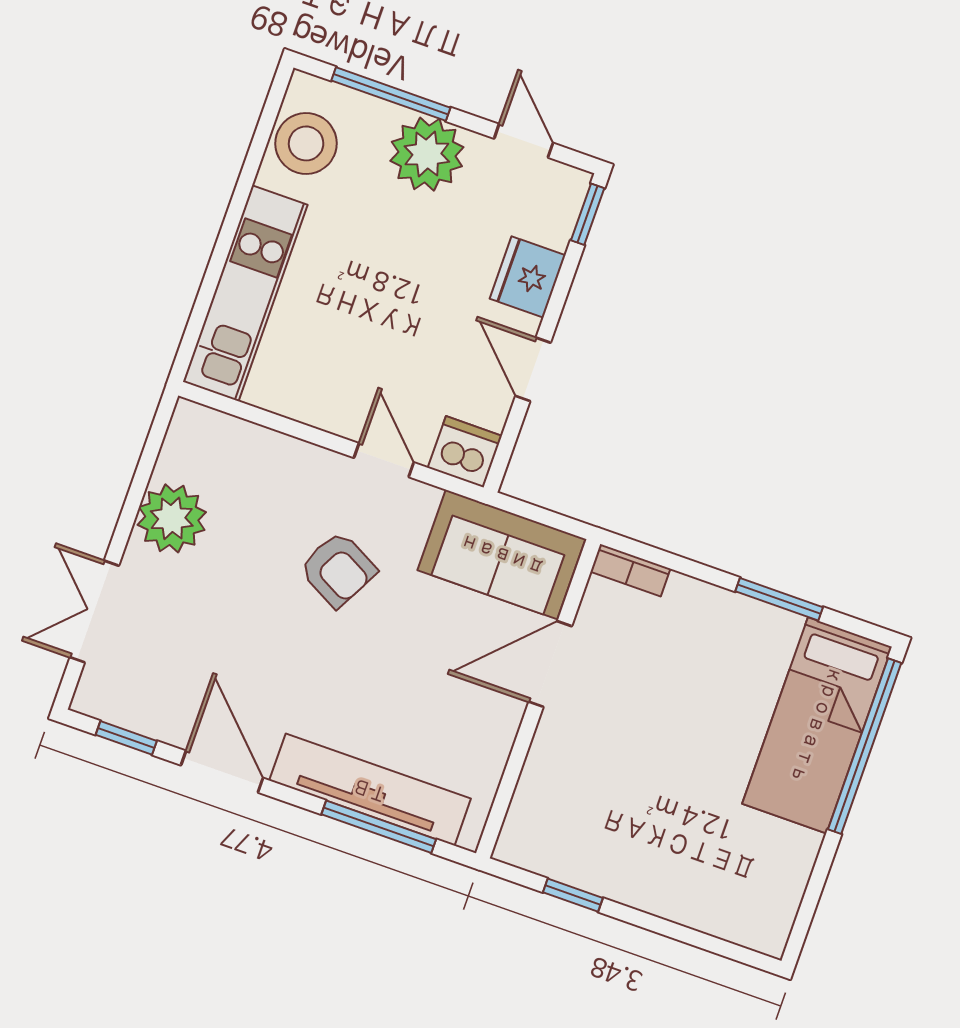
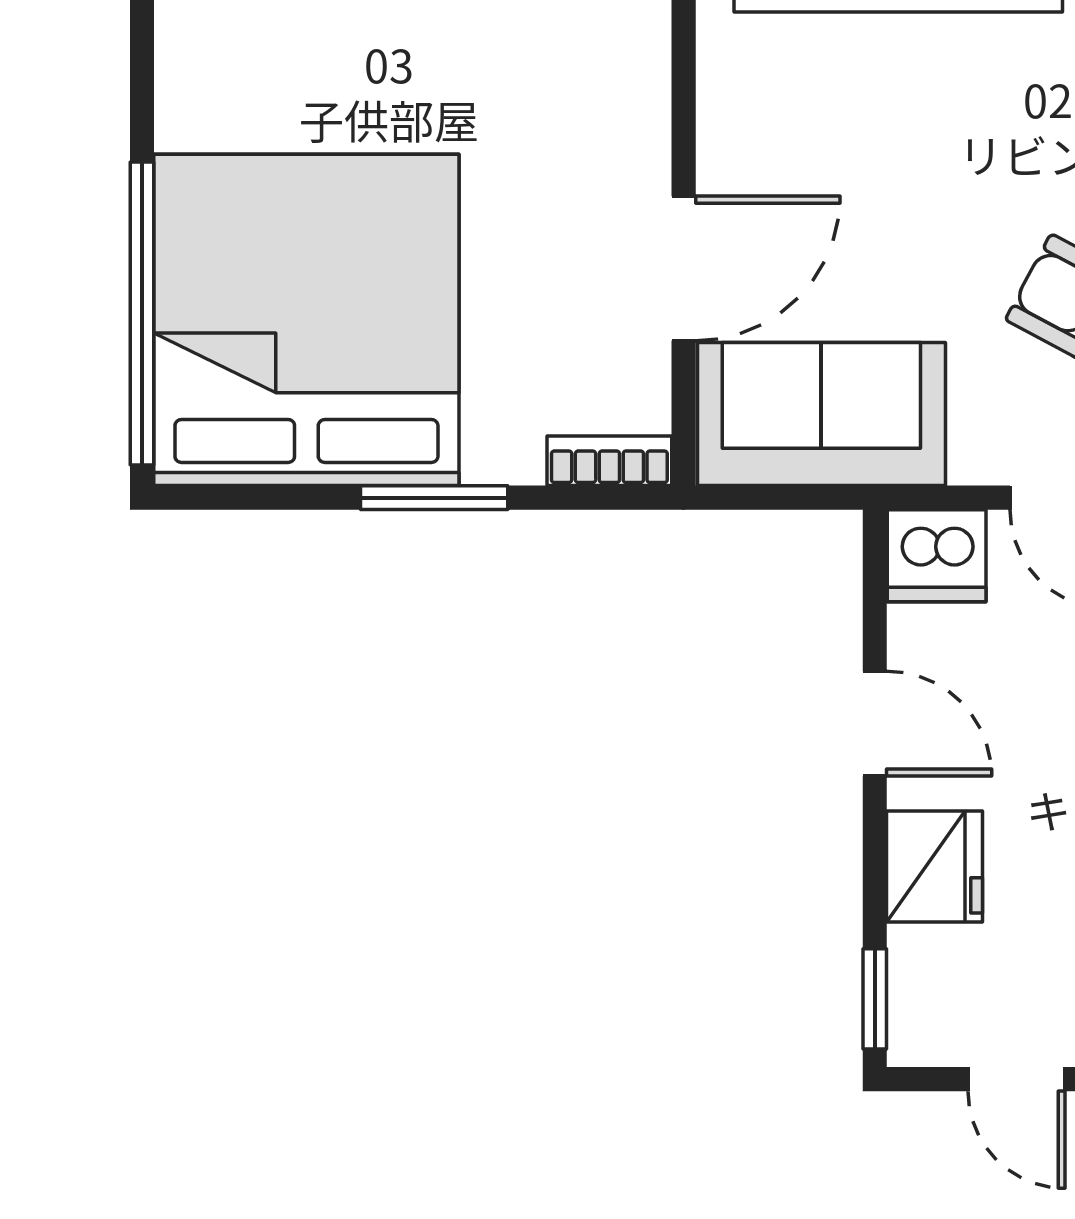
window: (779, 599) -> (434, 498), moved
bed: (817, 725) -> (306, 320), width x2.04

